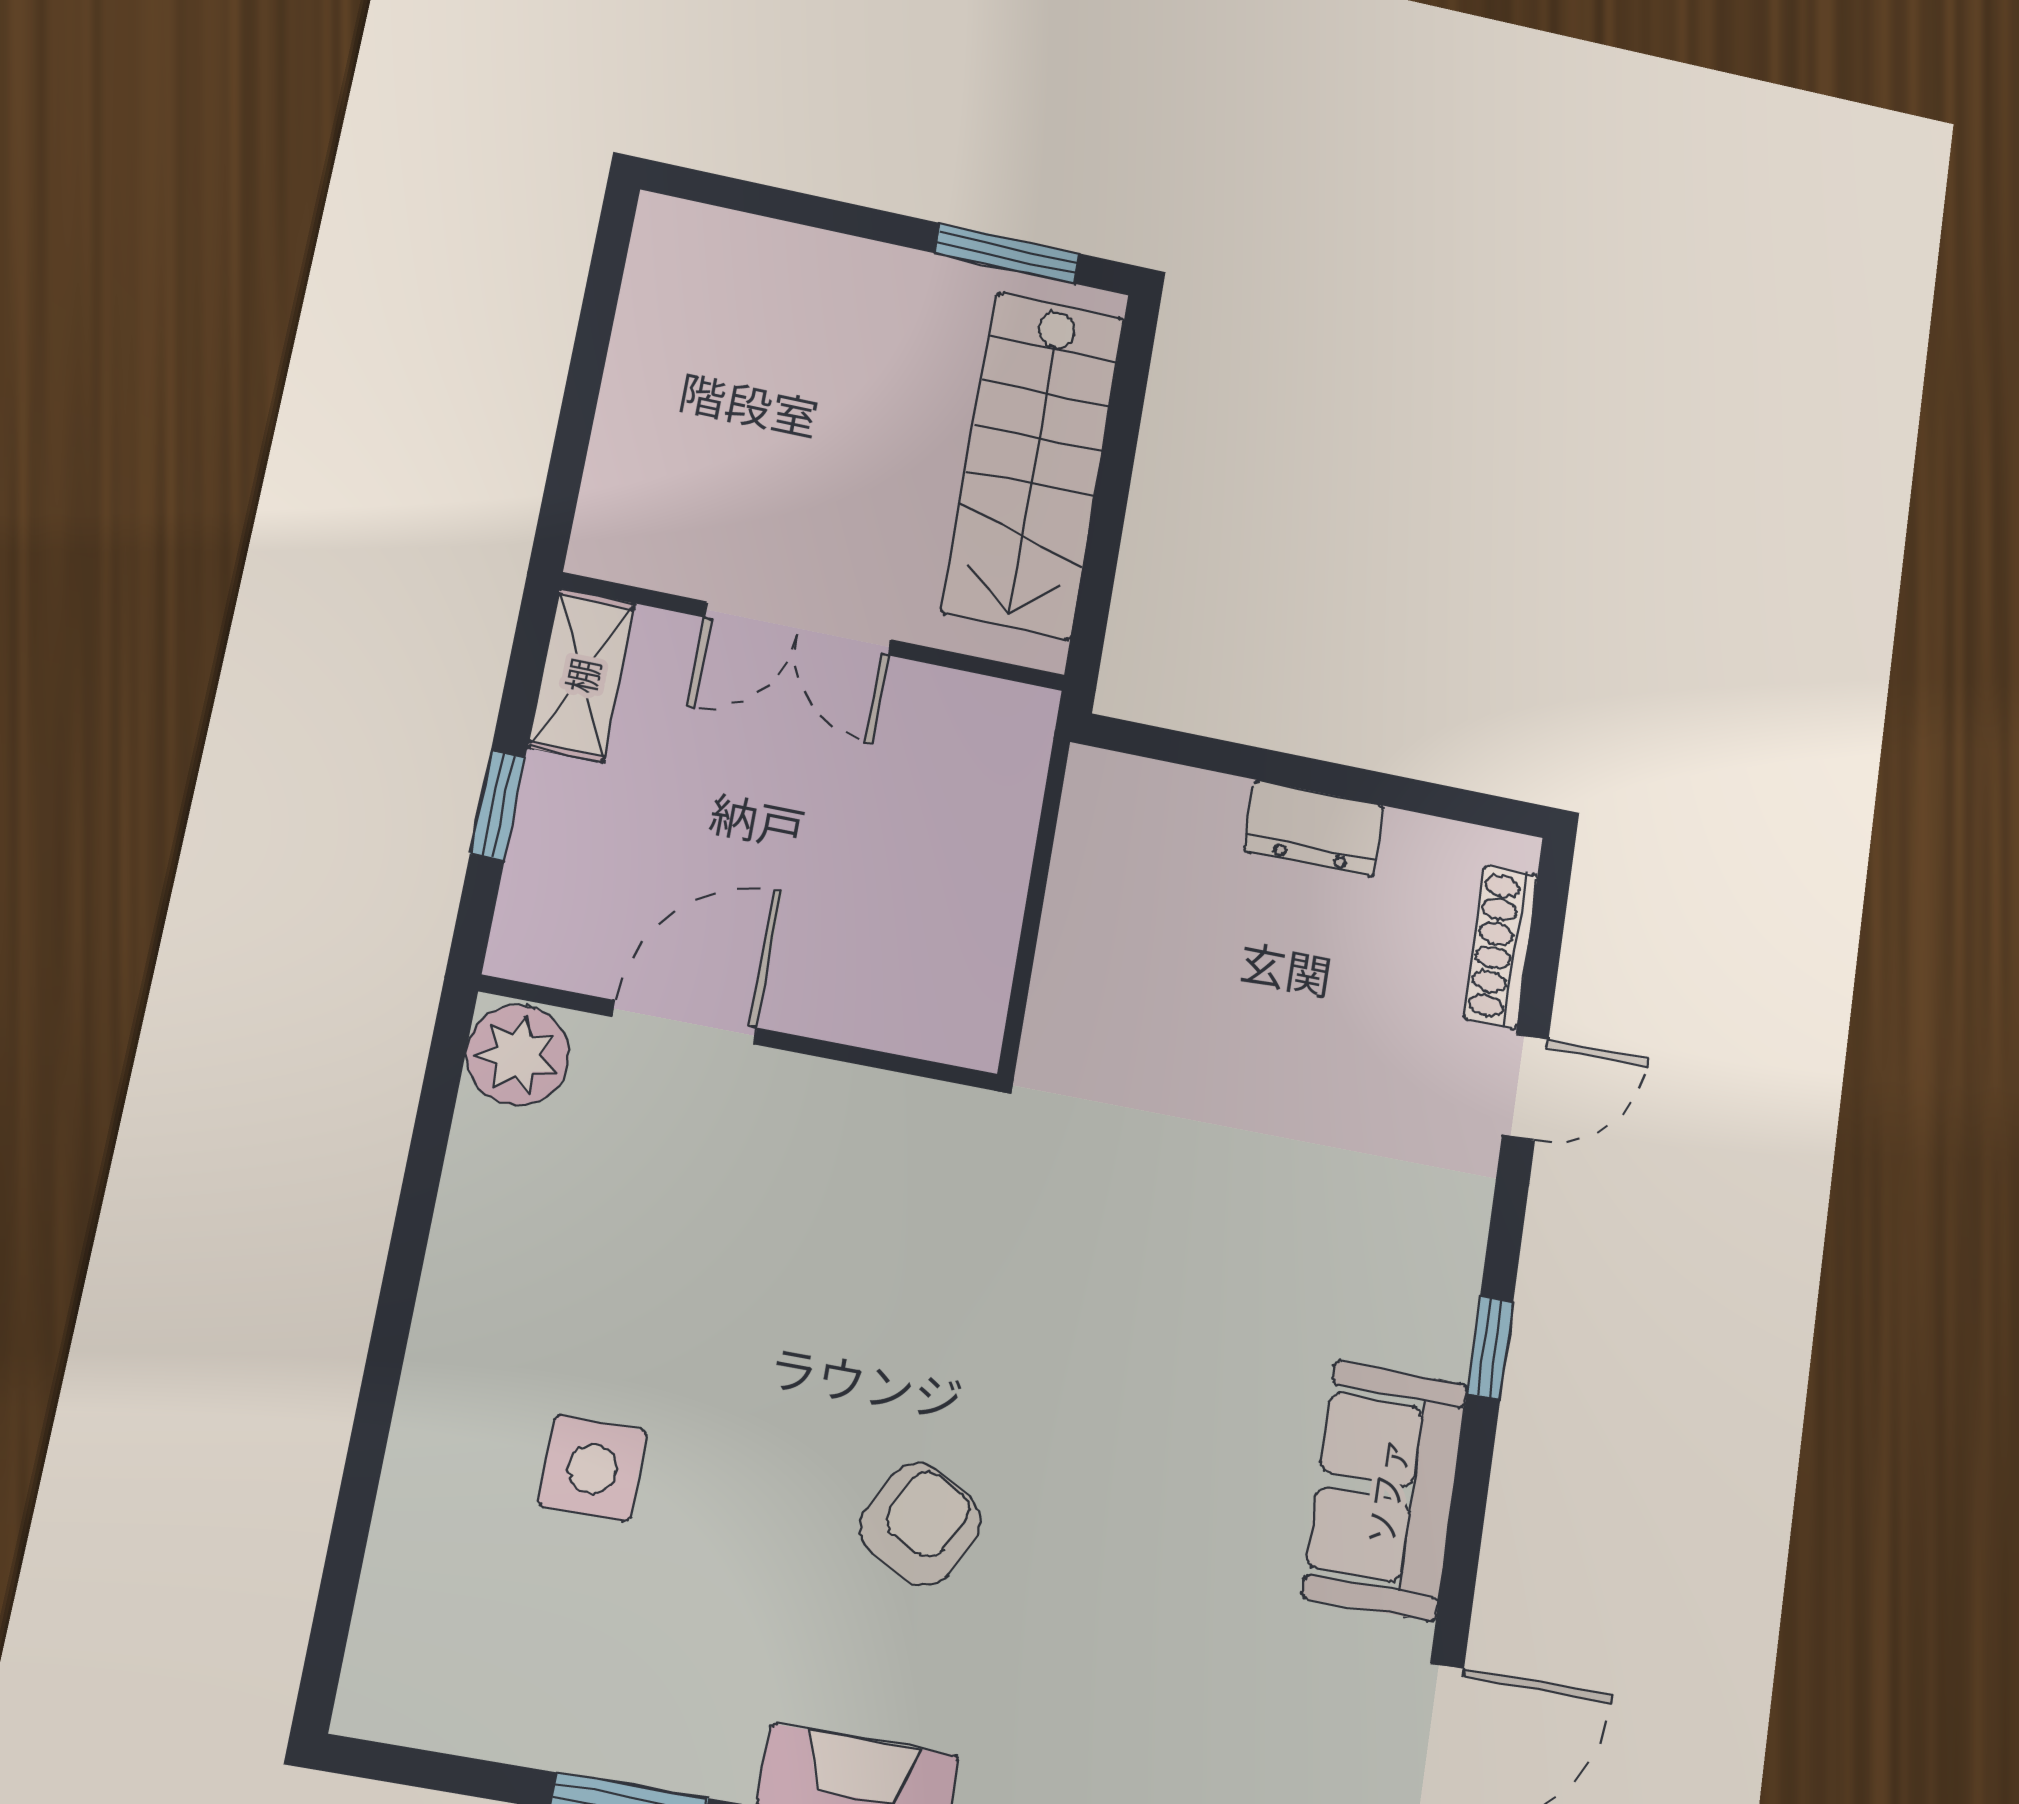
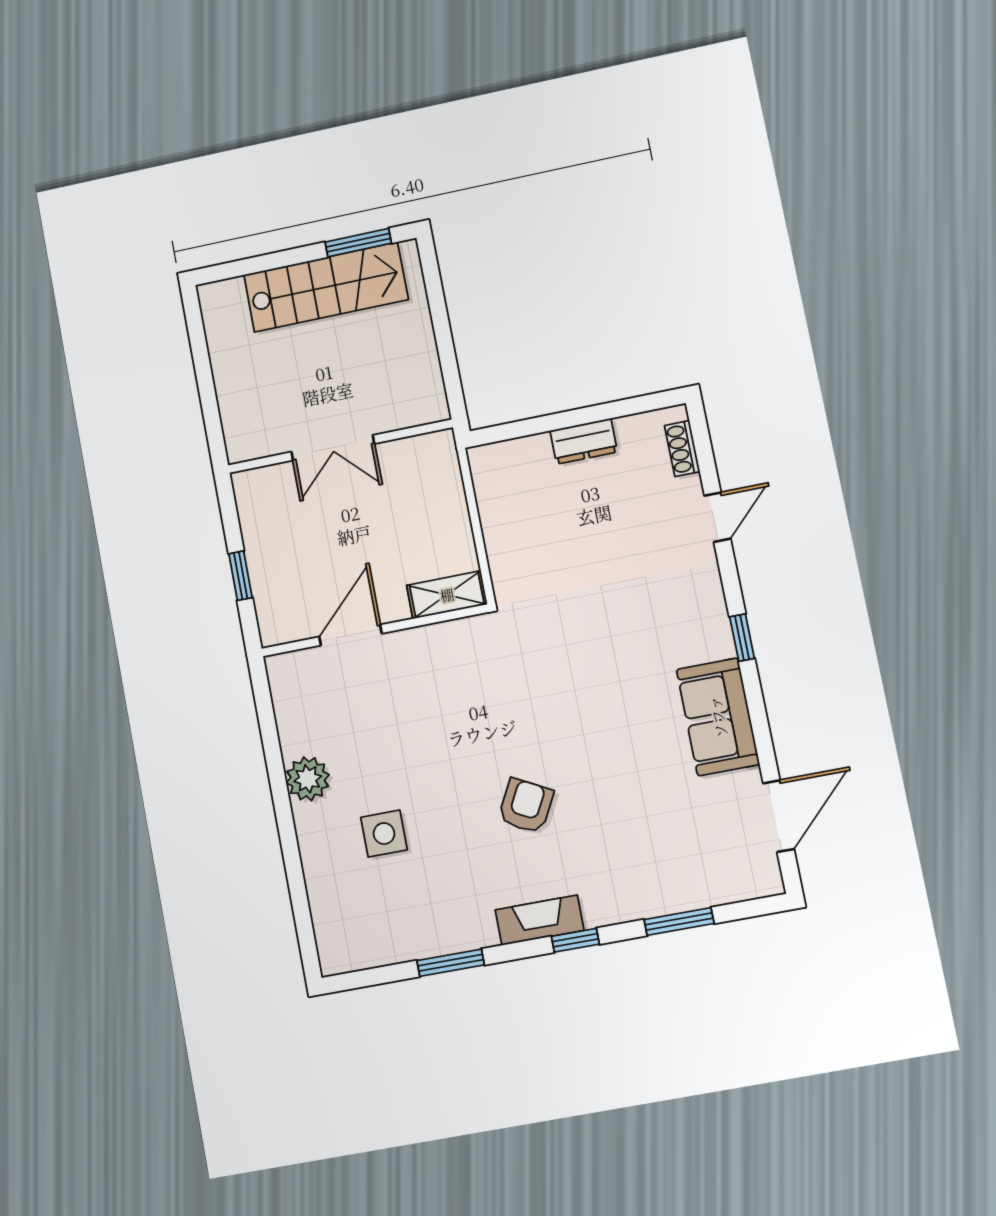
stairs: (1034, 464) -> (326, 287), moved, turned -90
shelving: (581, 675) -> (447, 595), moved, turned 90
shoe rack: (1501, 947) -> (682, 448), width x0.70
plant: (518, 1055) -> (308, 779), moved

